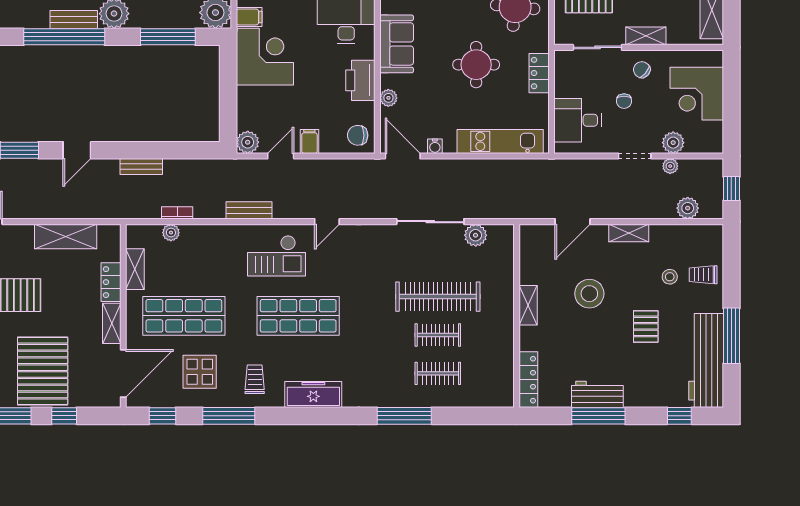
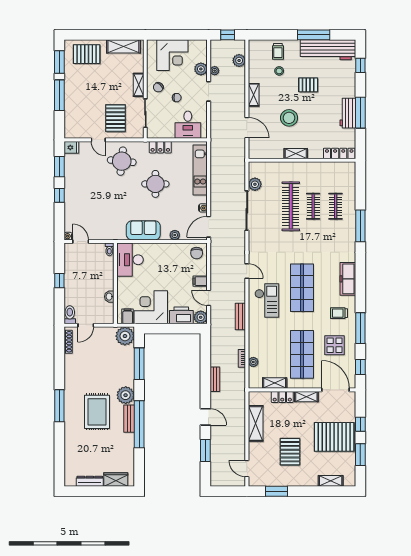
printer: (360, 80) -> (181, 315), moved, turned 180

